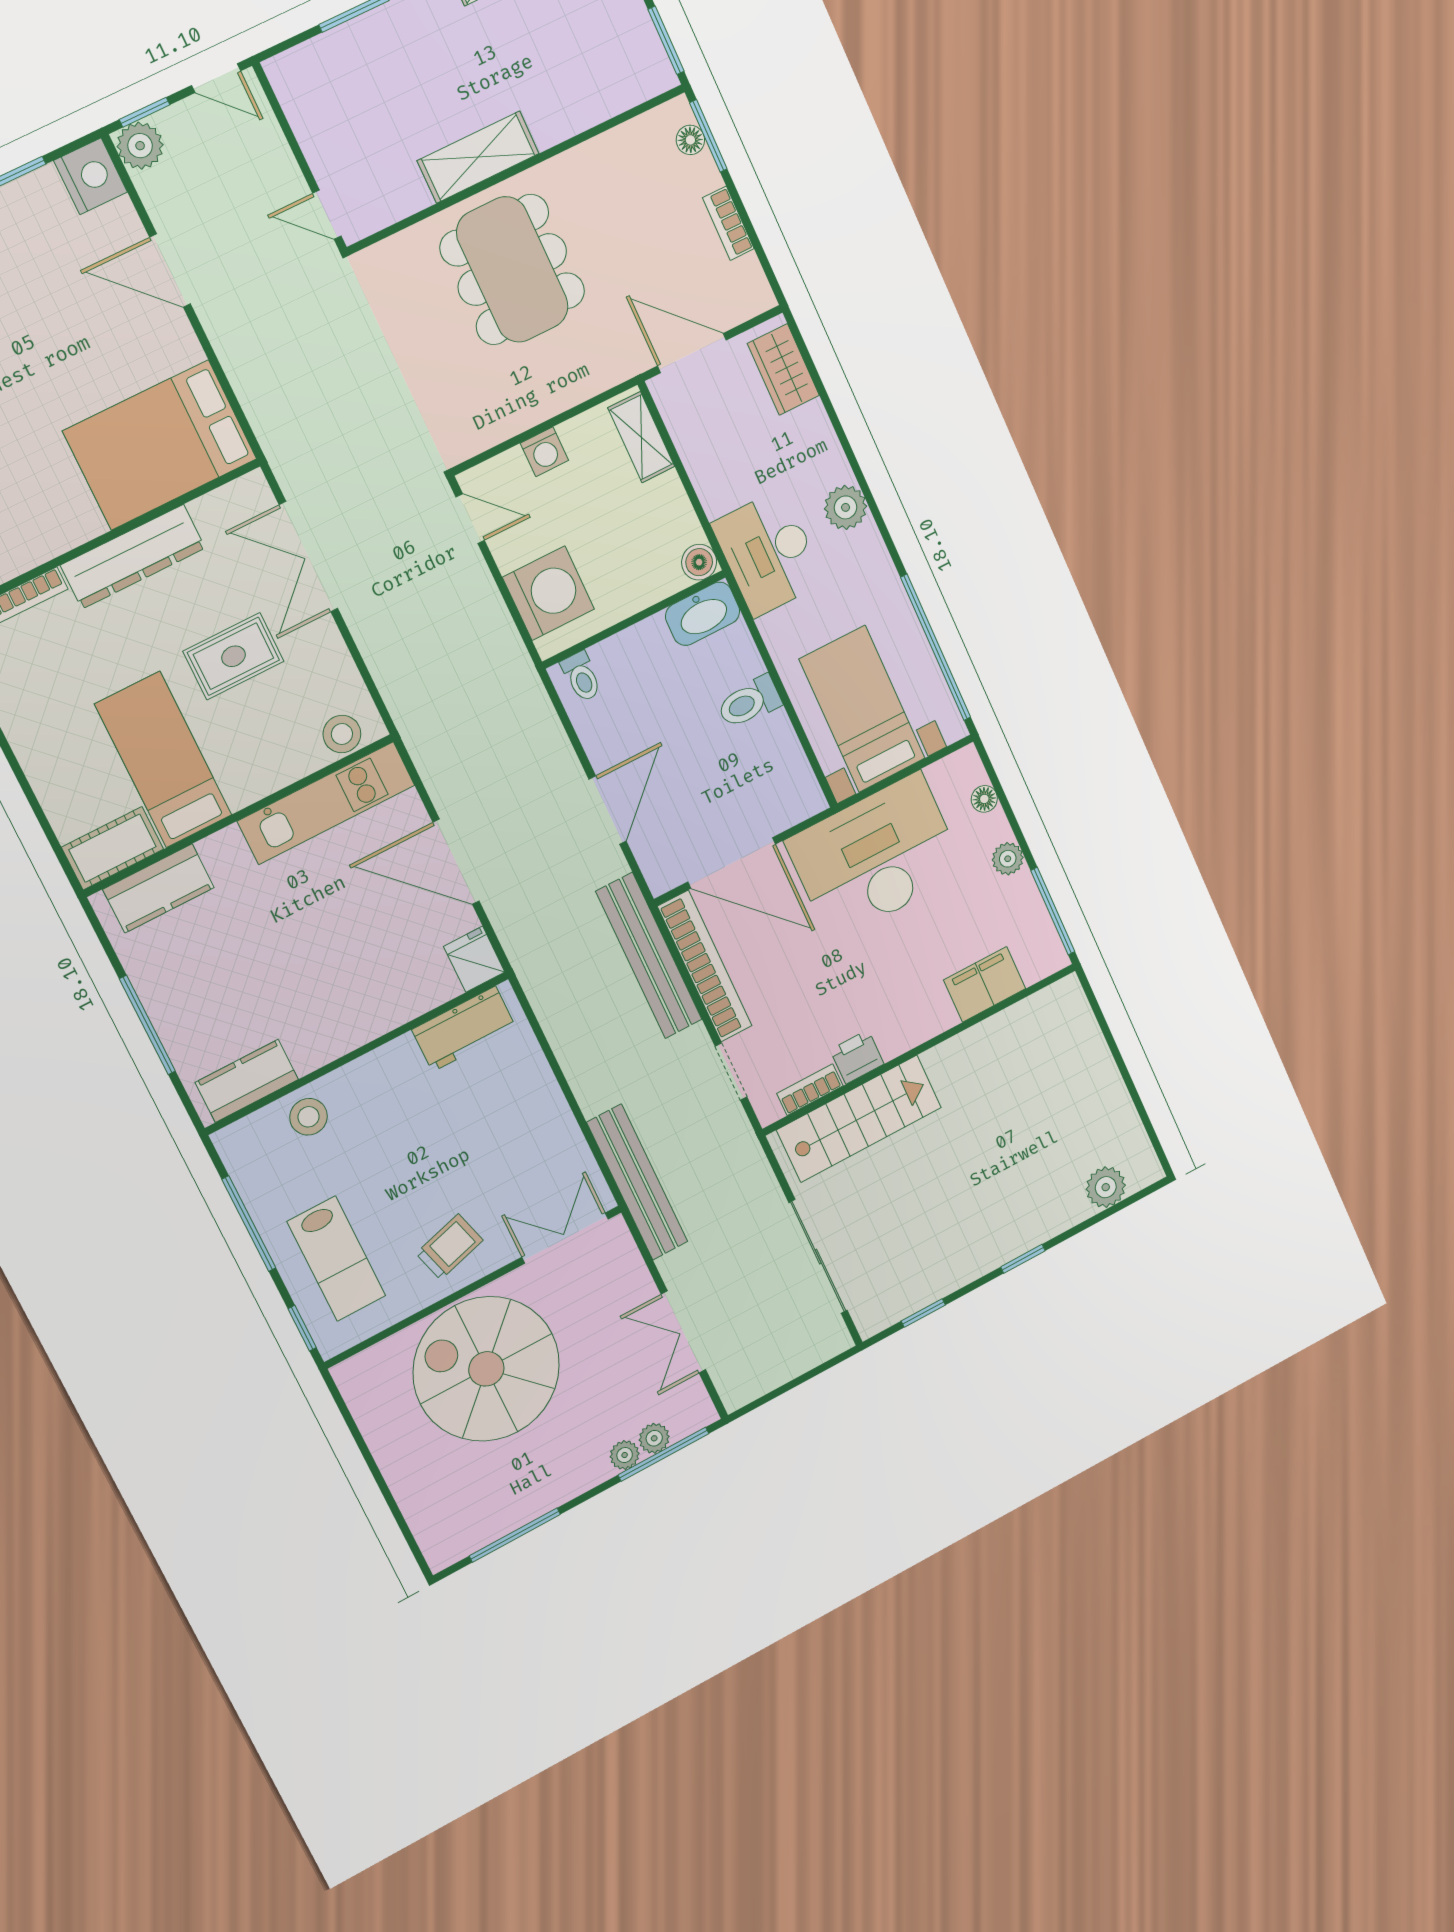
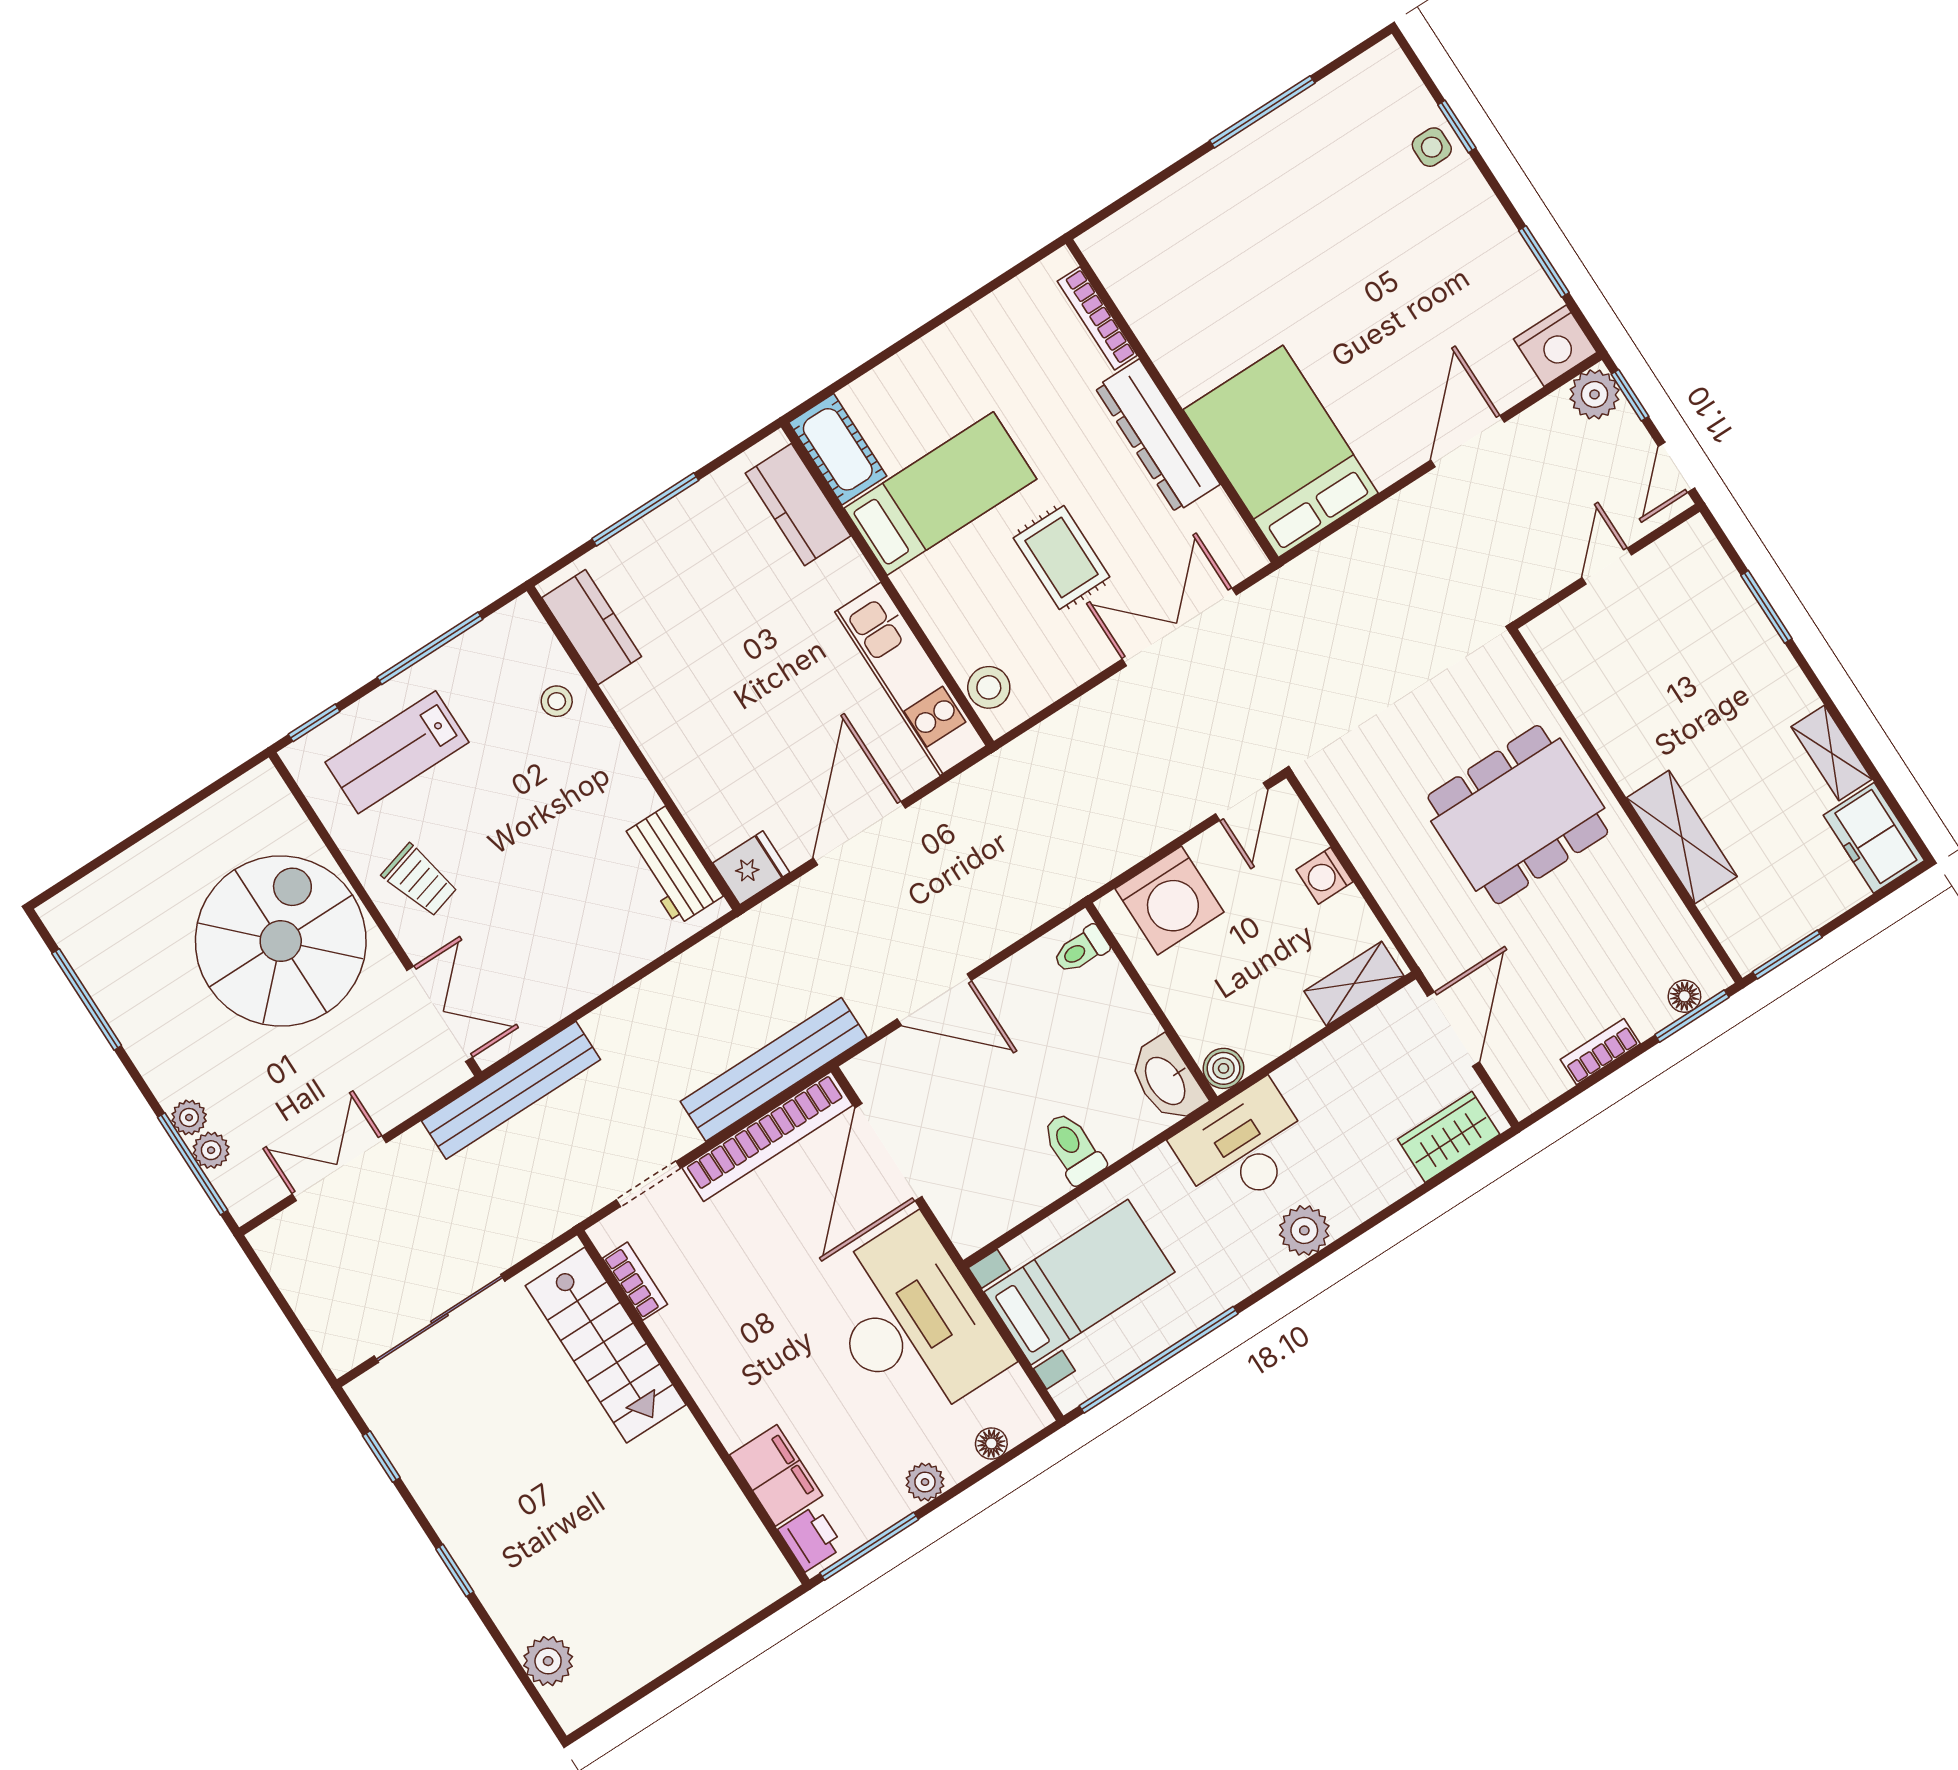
shelving: (478, 157) -> (1682, 837), moved
door: (327, 215) -> (1607, 566), moved
printer: (857, 1057) -> (811, 1538), moved
stool: (308, 1117) -> (557, 701), width x0.73, depth x0.73

